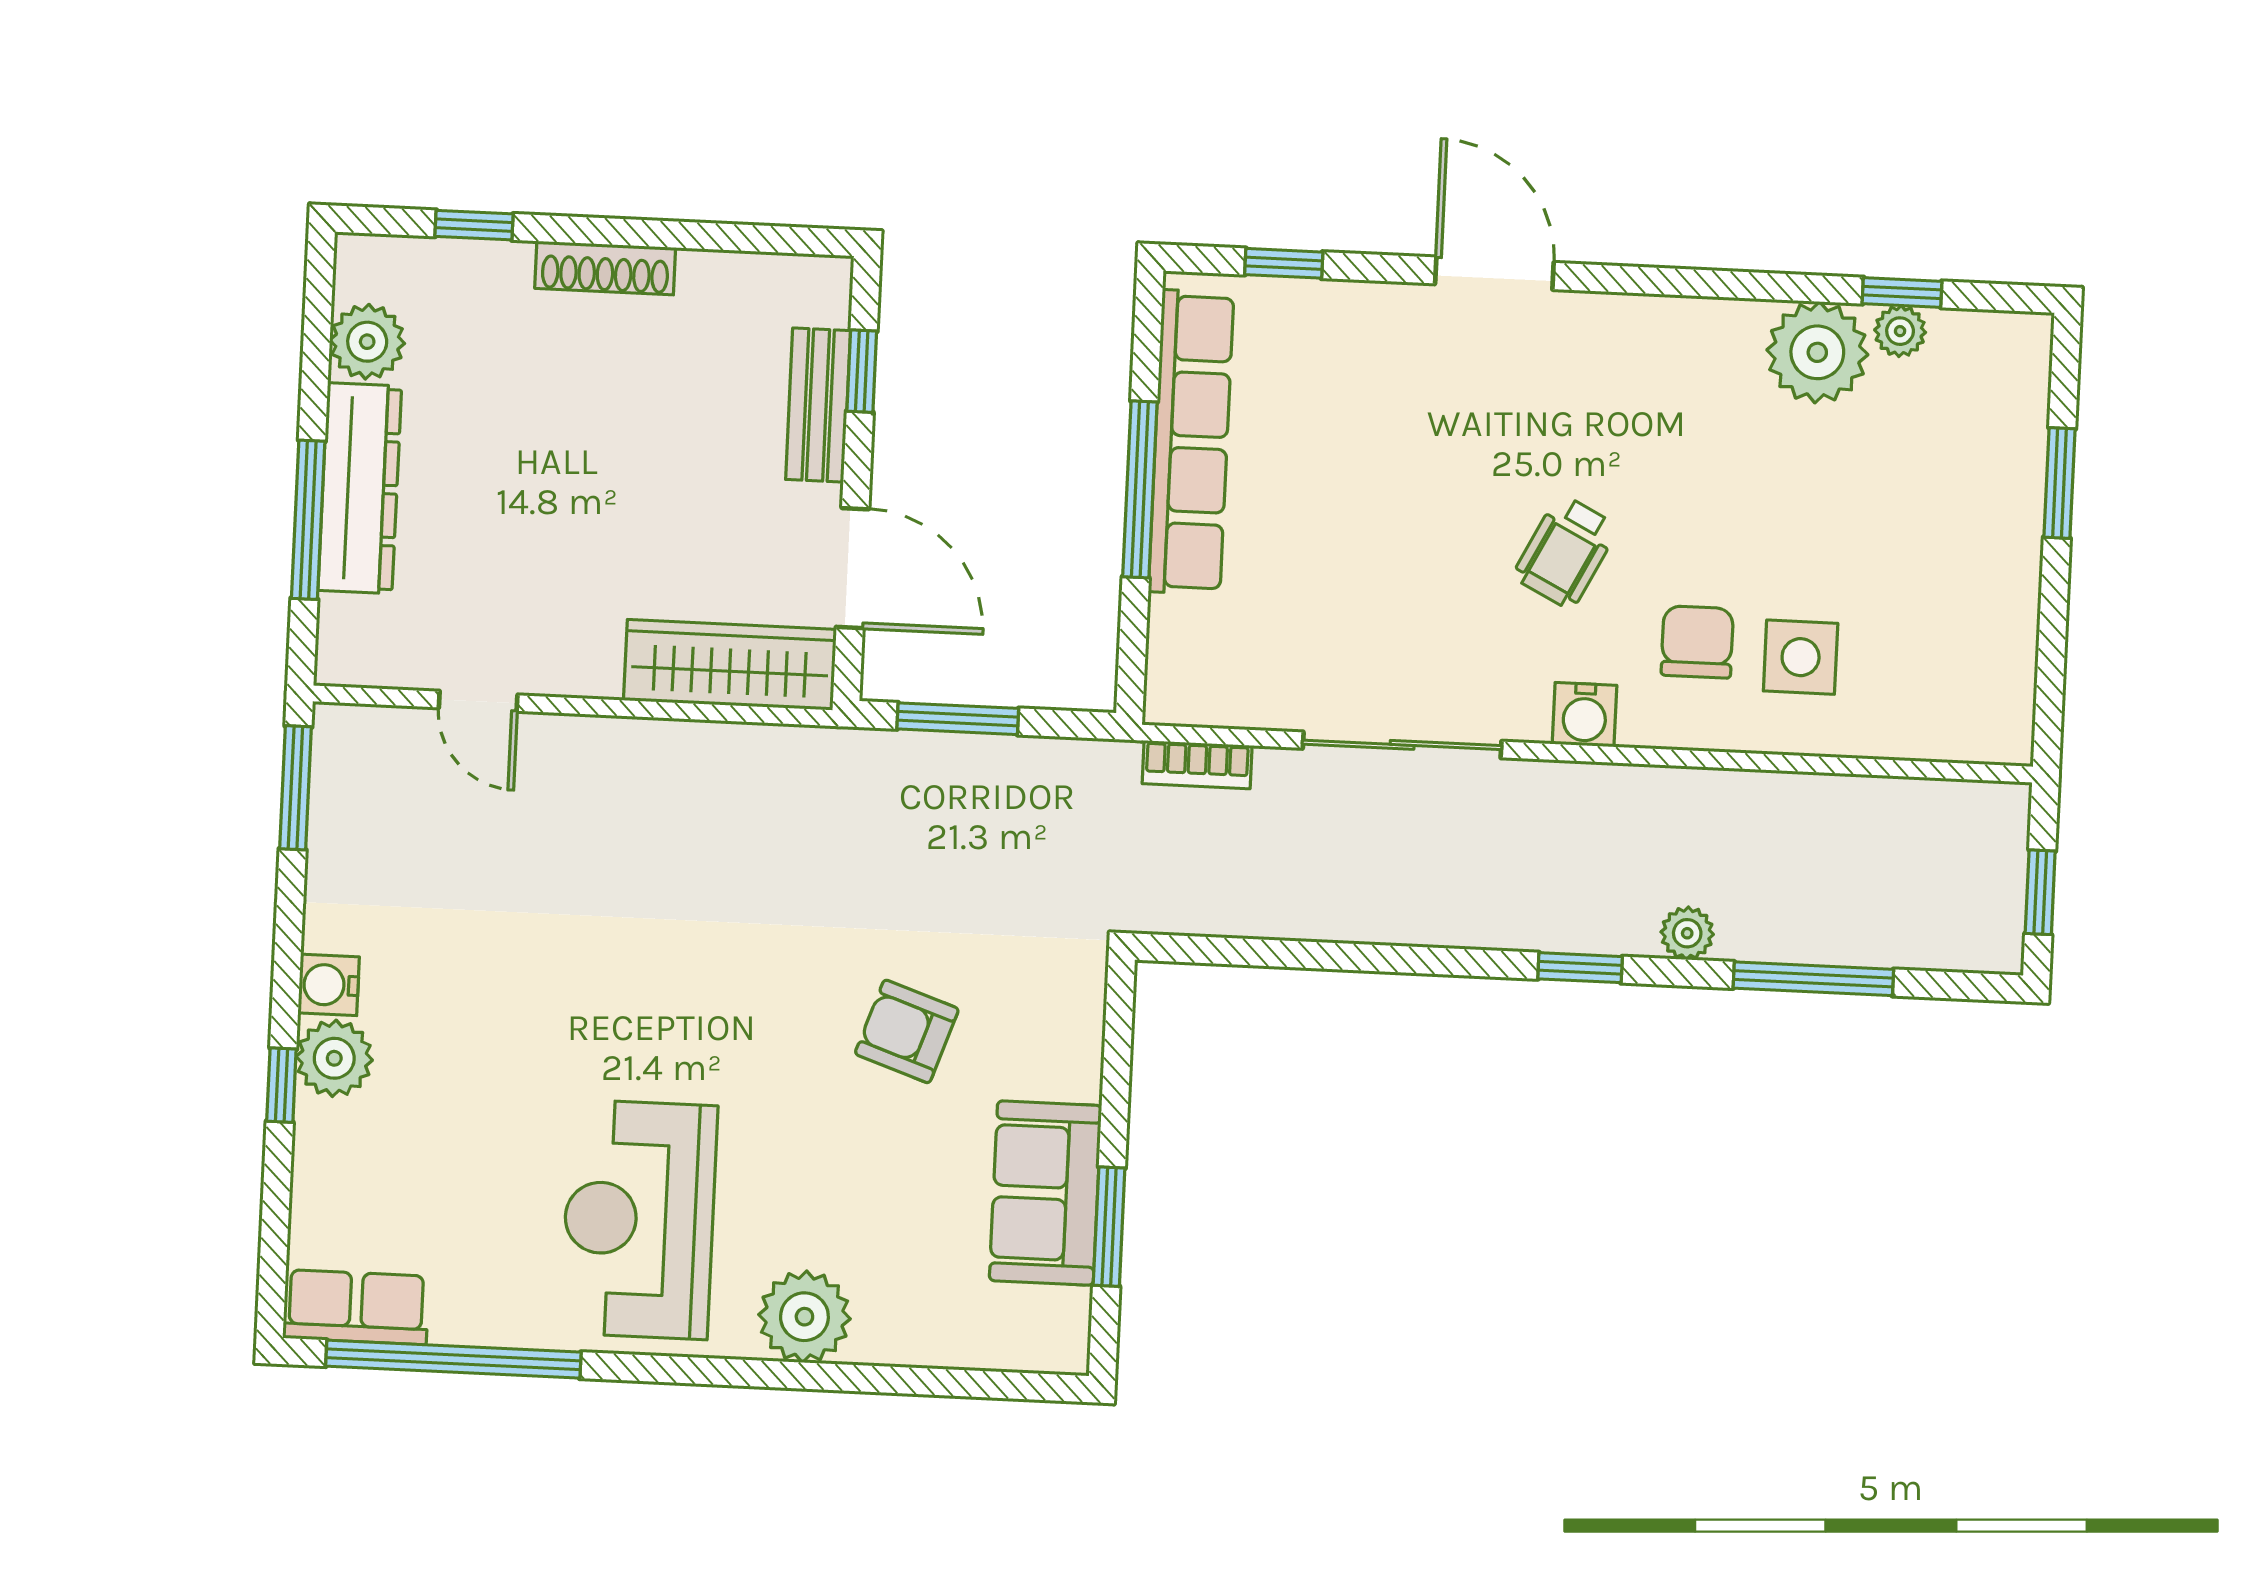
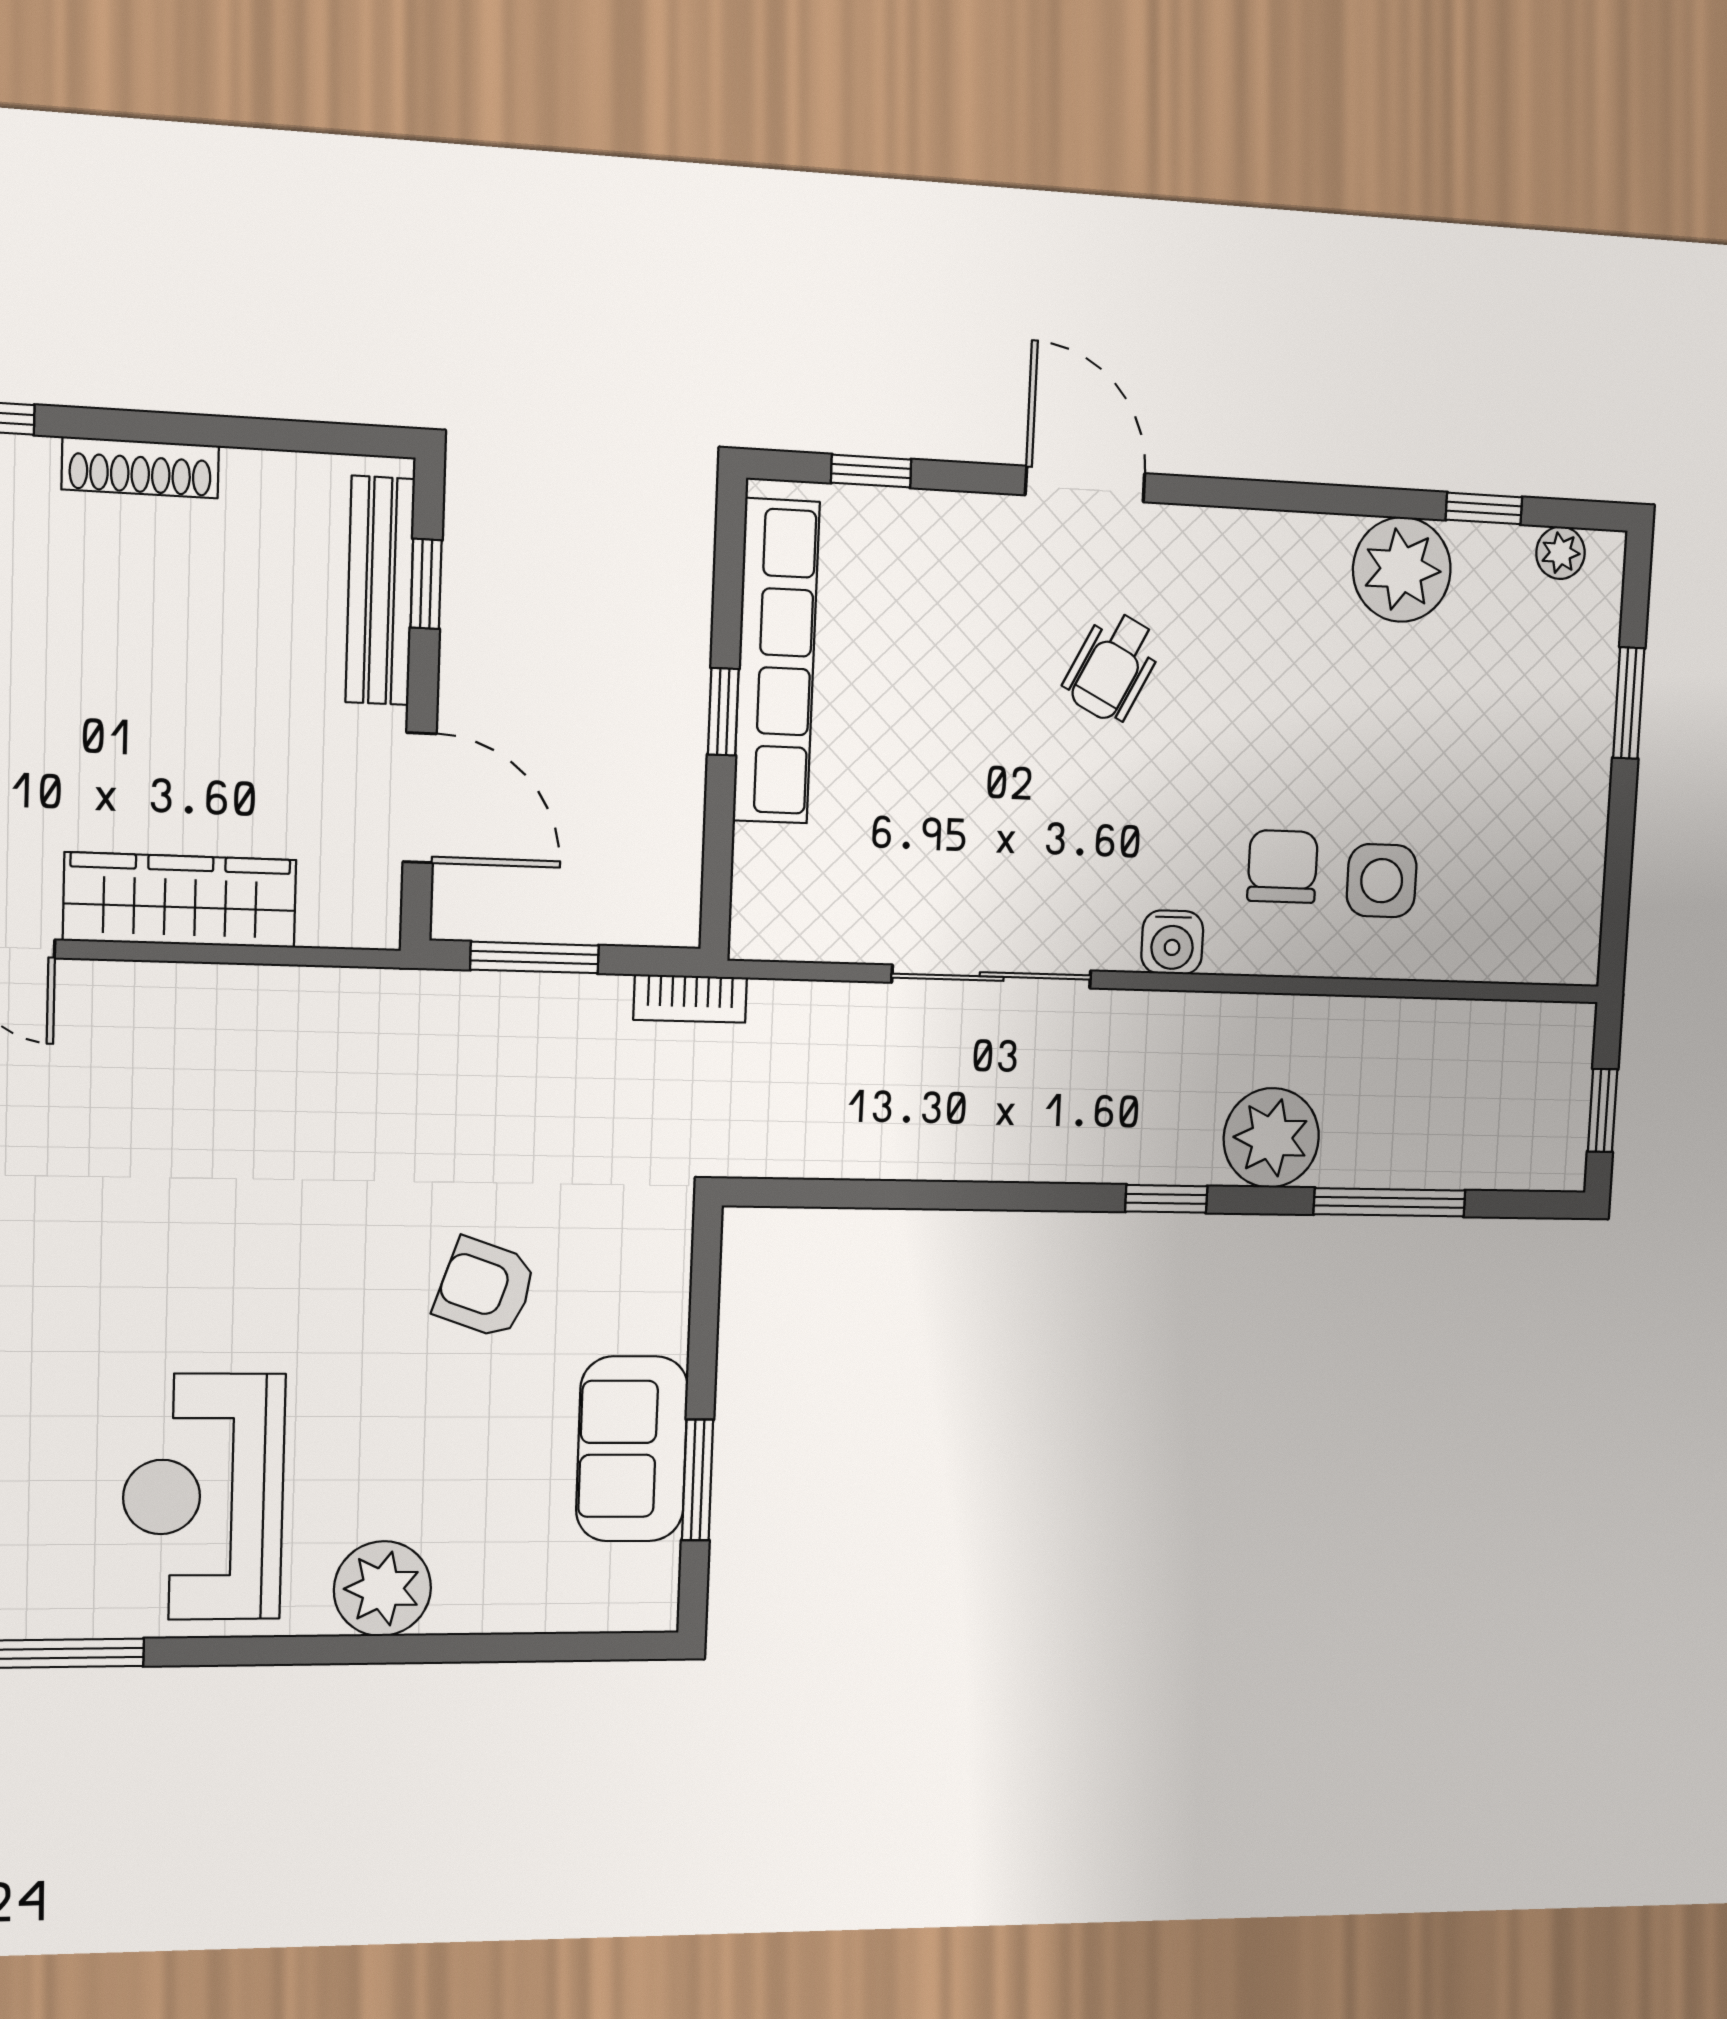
plant: (1900, 331) -> (1560, 553), moved
bench: (818, 405) -> (380, 591), width x1.36
window: (1140, 489) -> (723, 712), width x0.46
wheelchair: (1566, 552) -> (1113, 666), moved
wardrobe: (730, 665) -> (180, 900), moved
bookcase: (1197, 765) -> (690, 999), moved
plant: (1687, 933) -> (1271, 1138), width x1.87, depth x1.87

